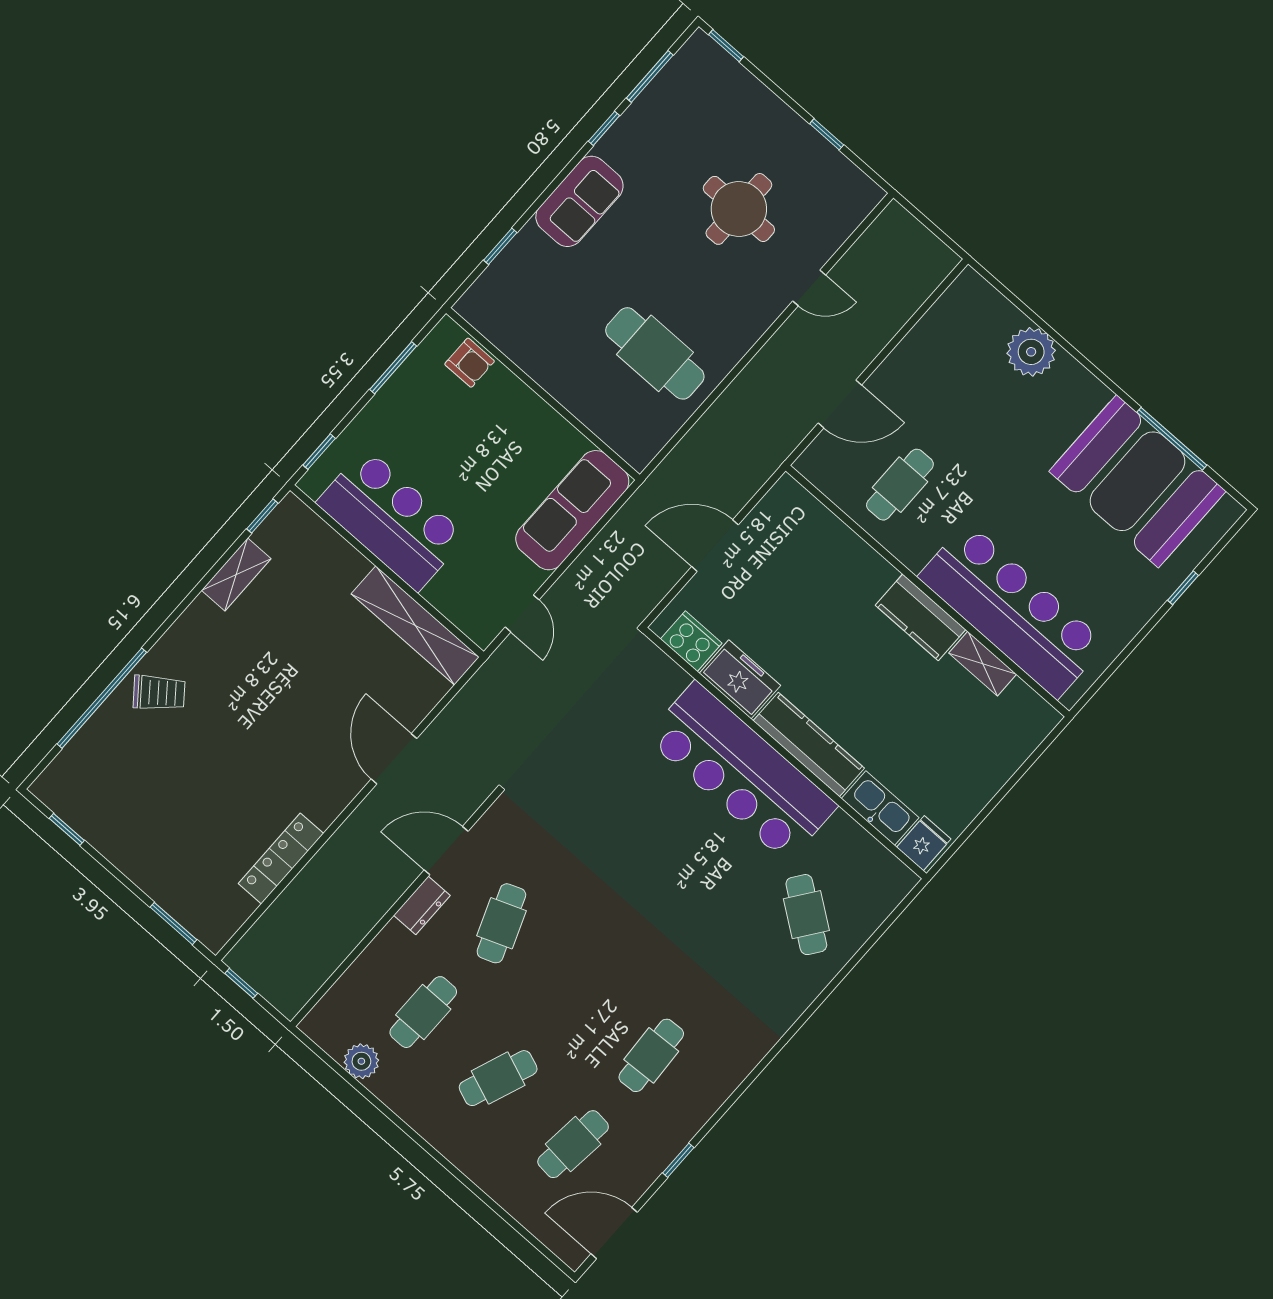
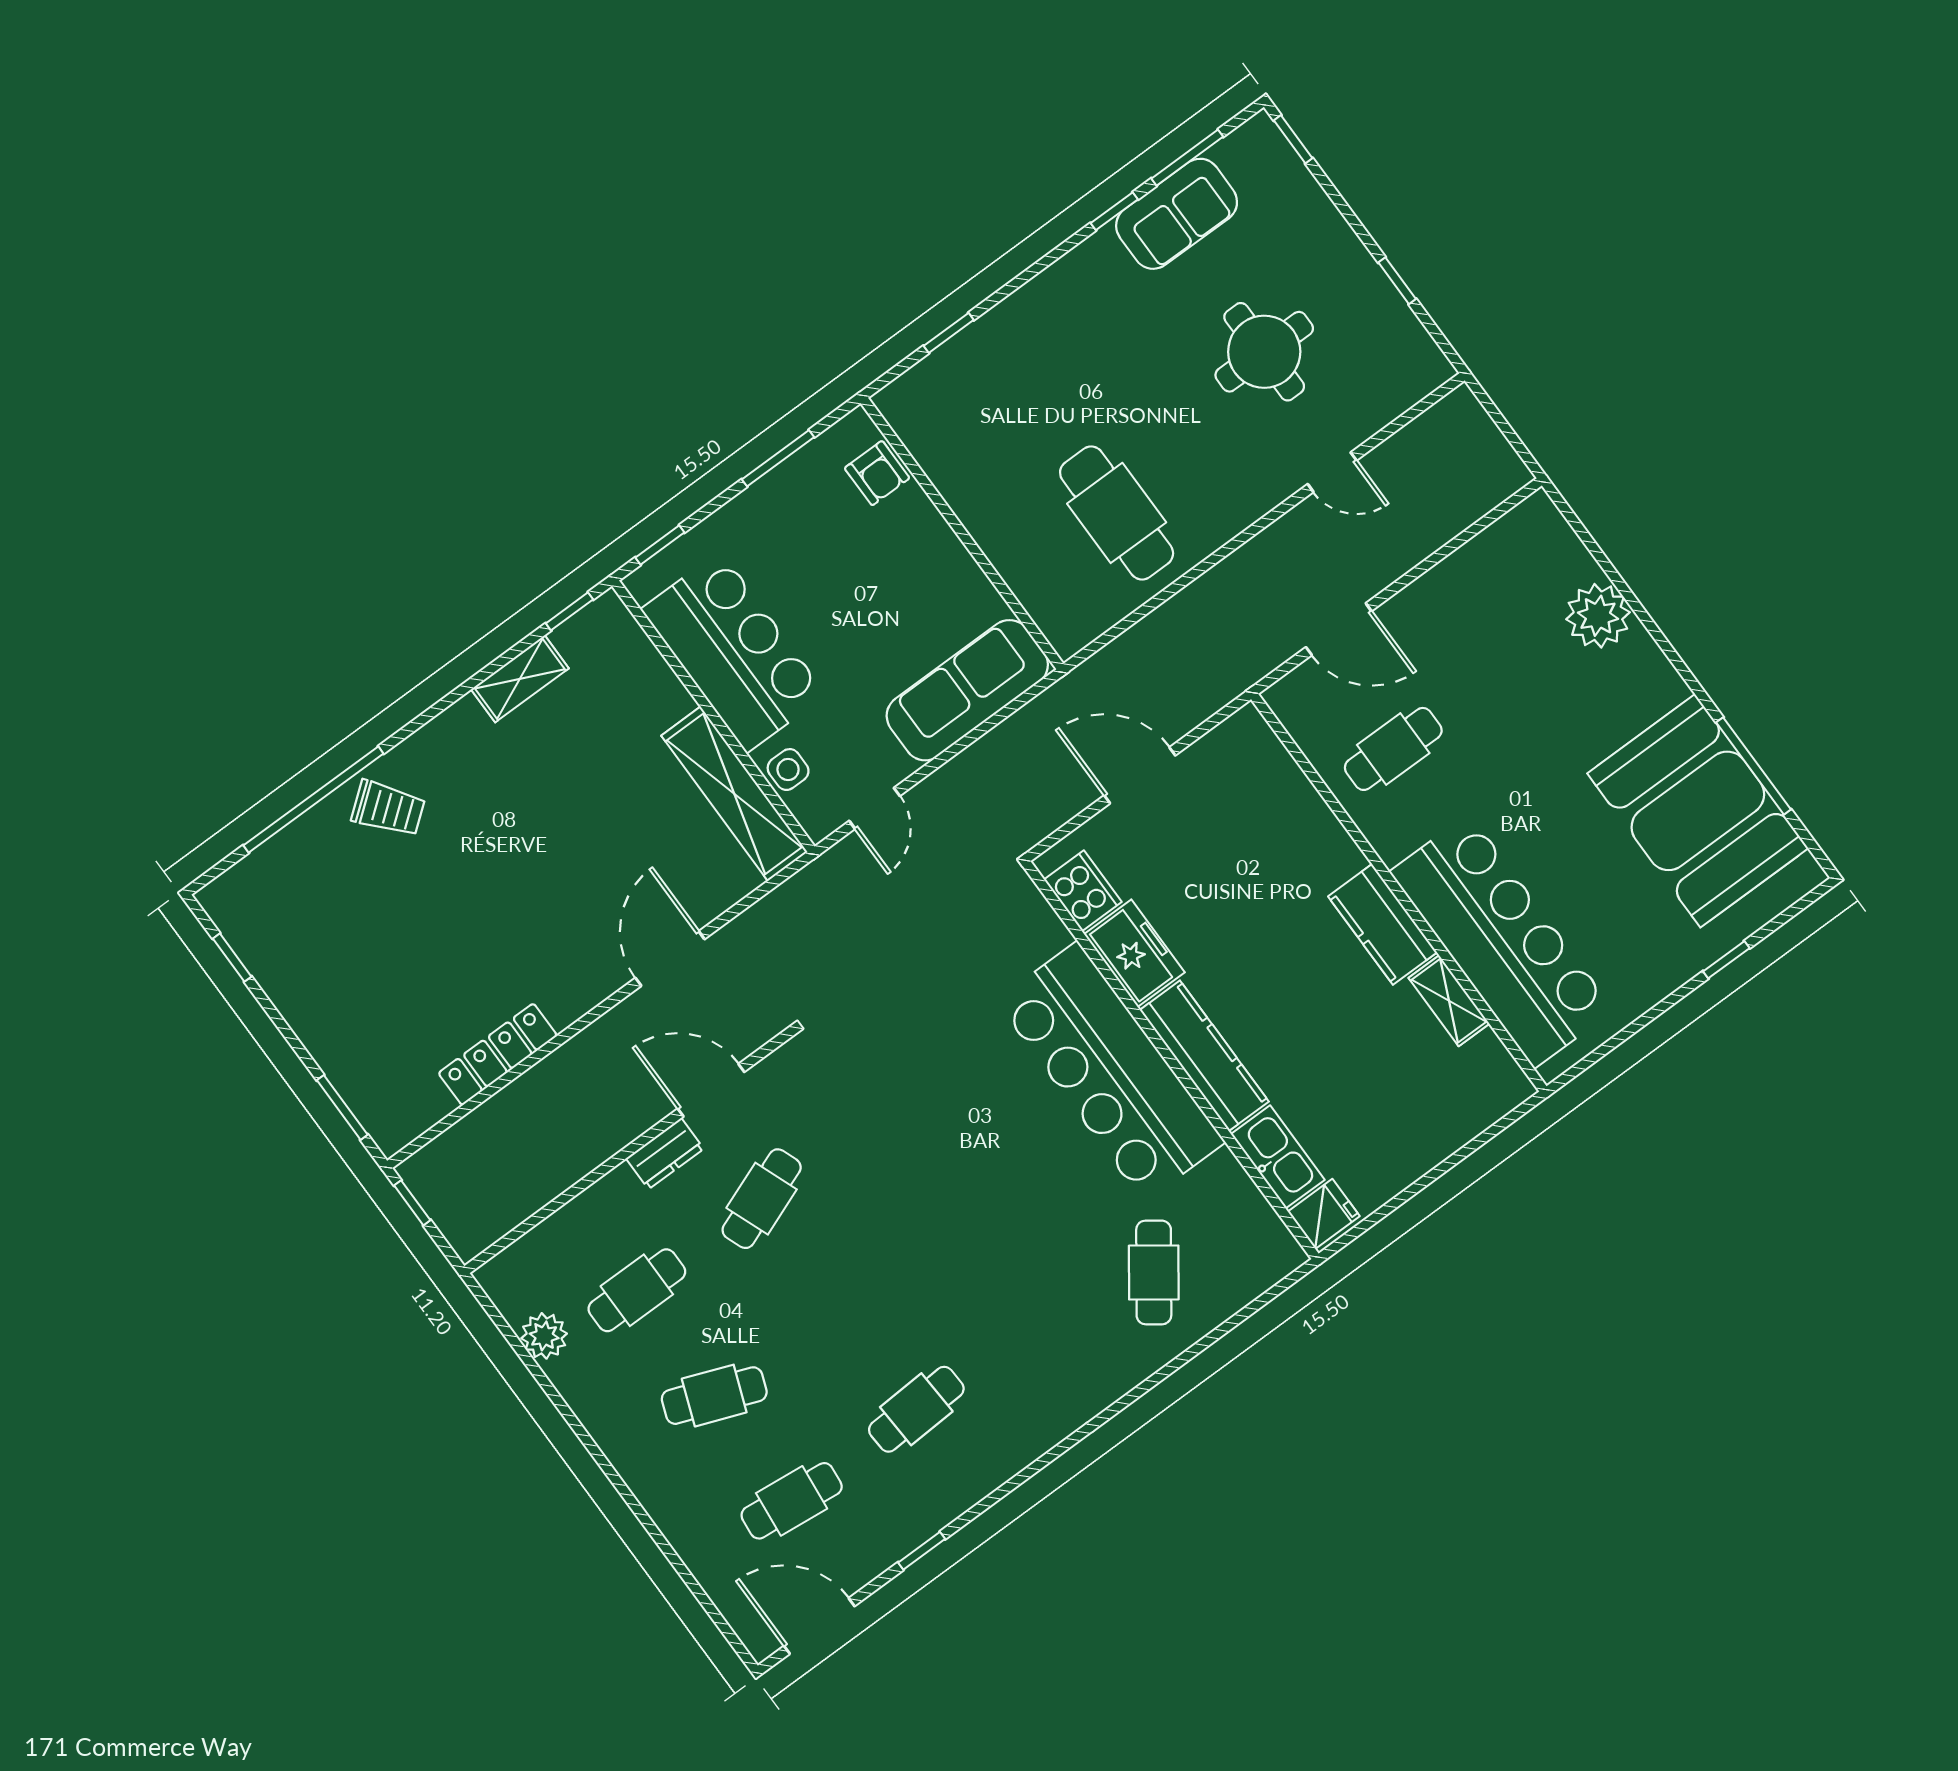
sofa: (579, 201) -> (1177, 214), moved
side table: (451, 599) -> (788, 770), added

